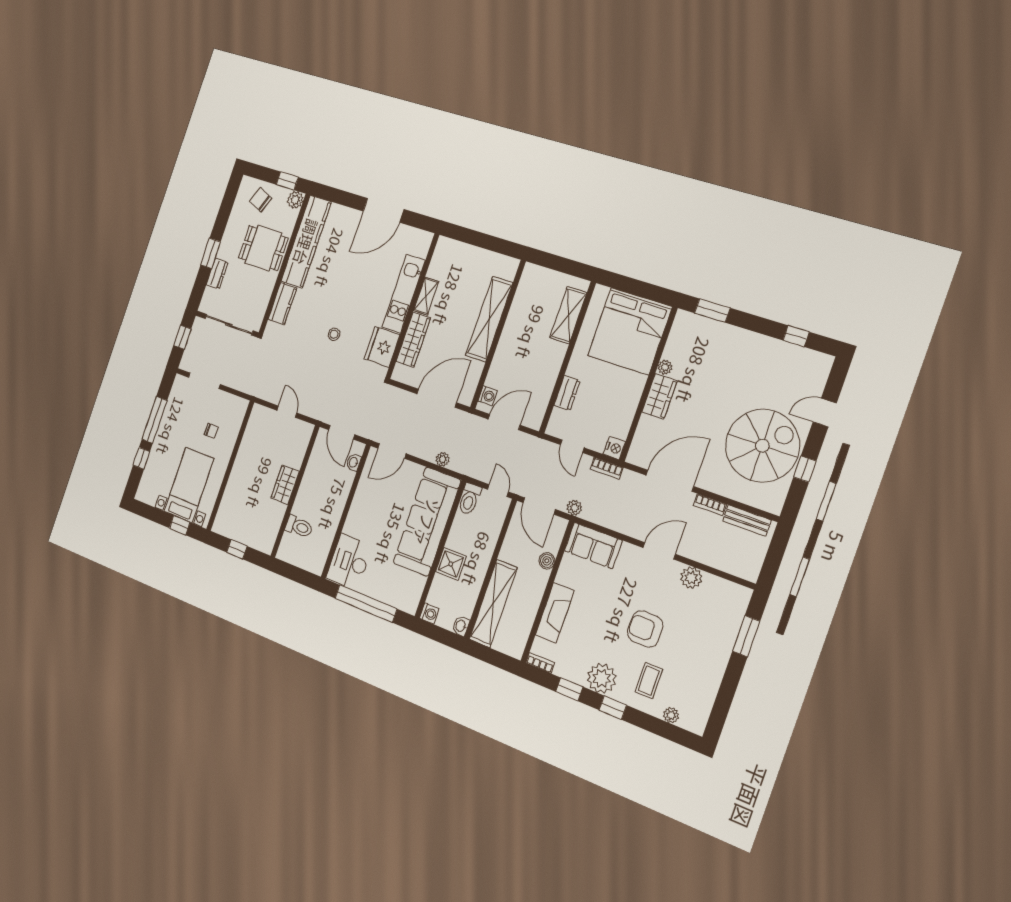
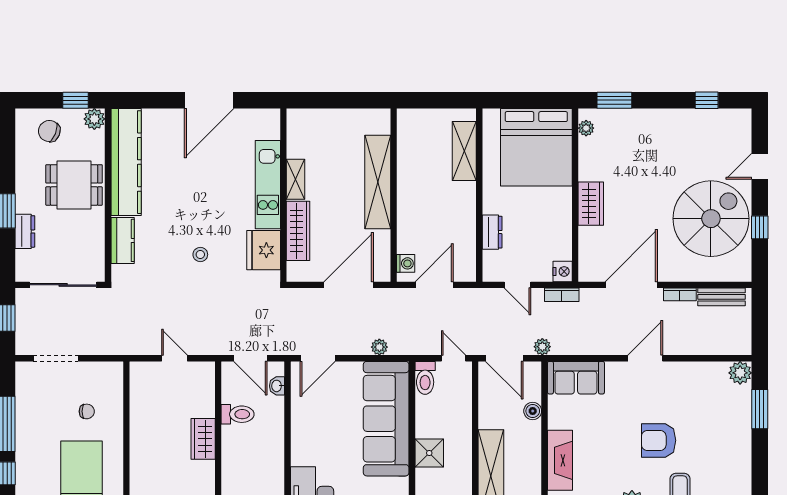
plant: (665, 367) -> (586, 128), moved
toilet: (299, 527) -> (238, 414), moved
plant: (691, 578) -> (740, 373), moved

